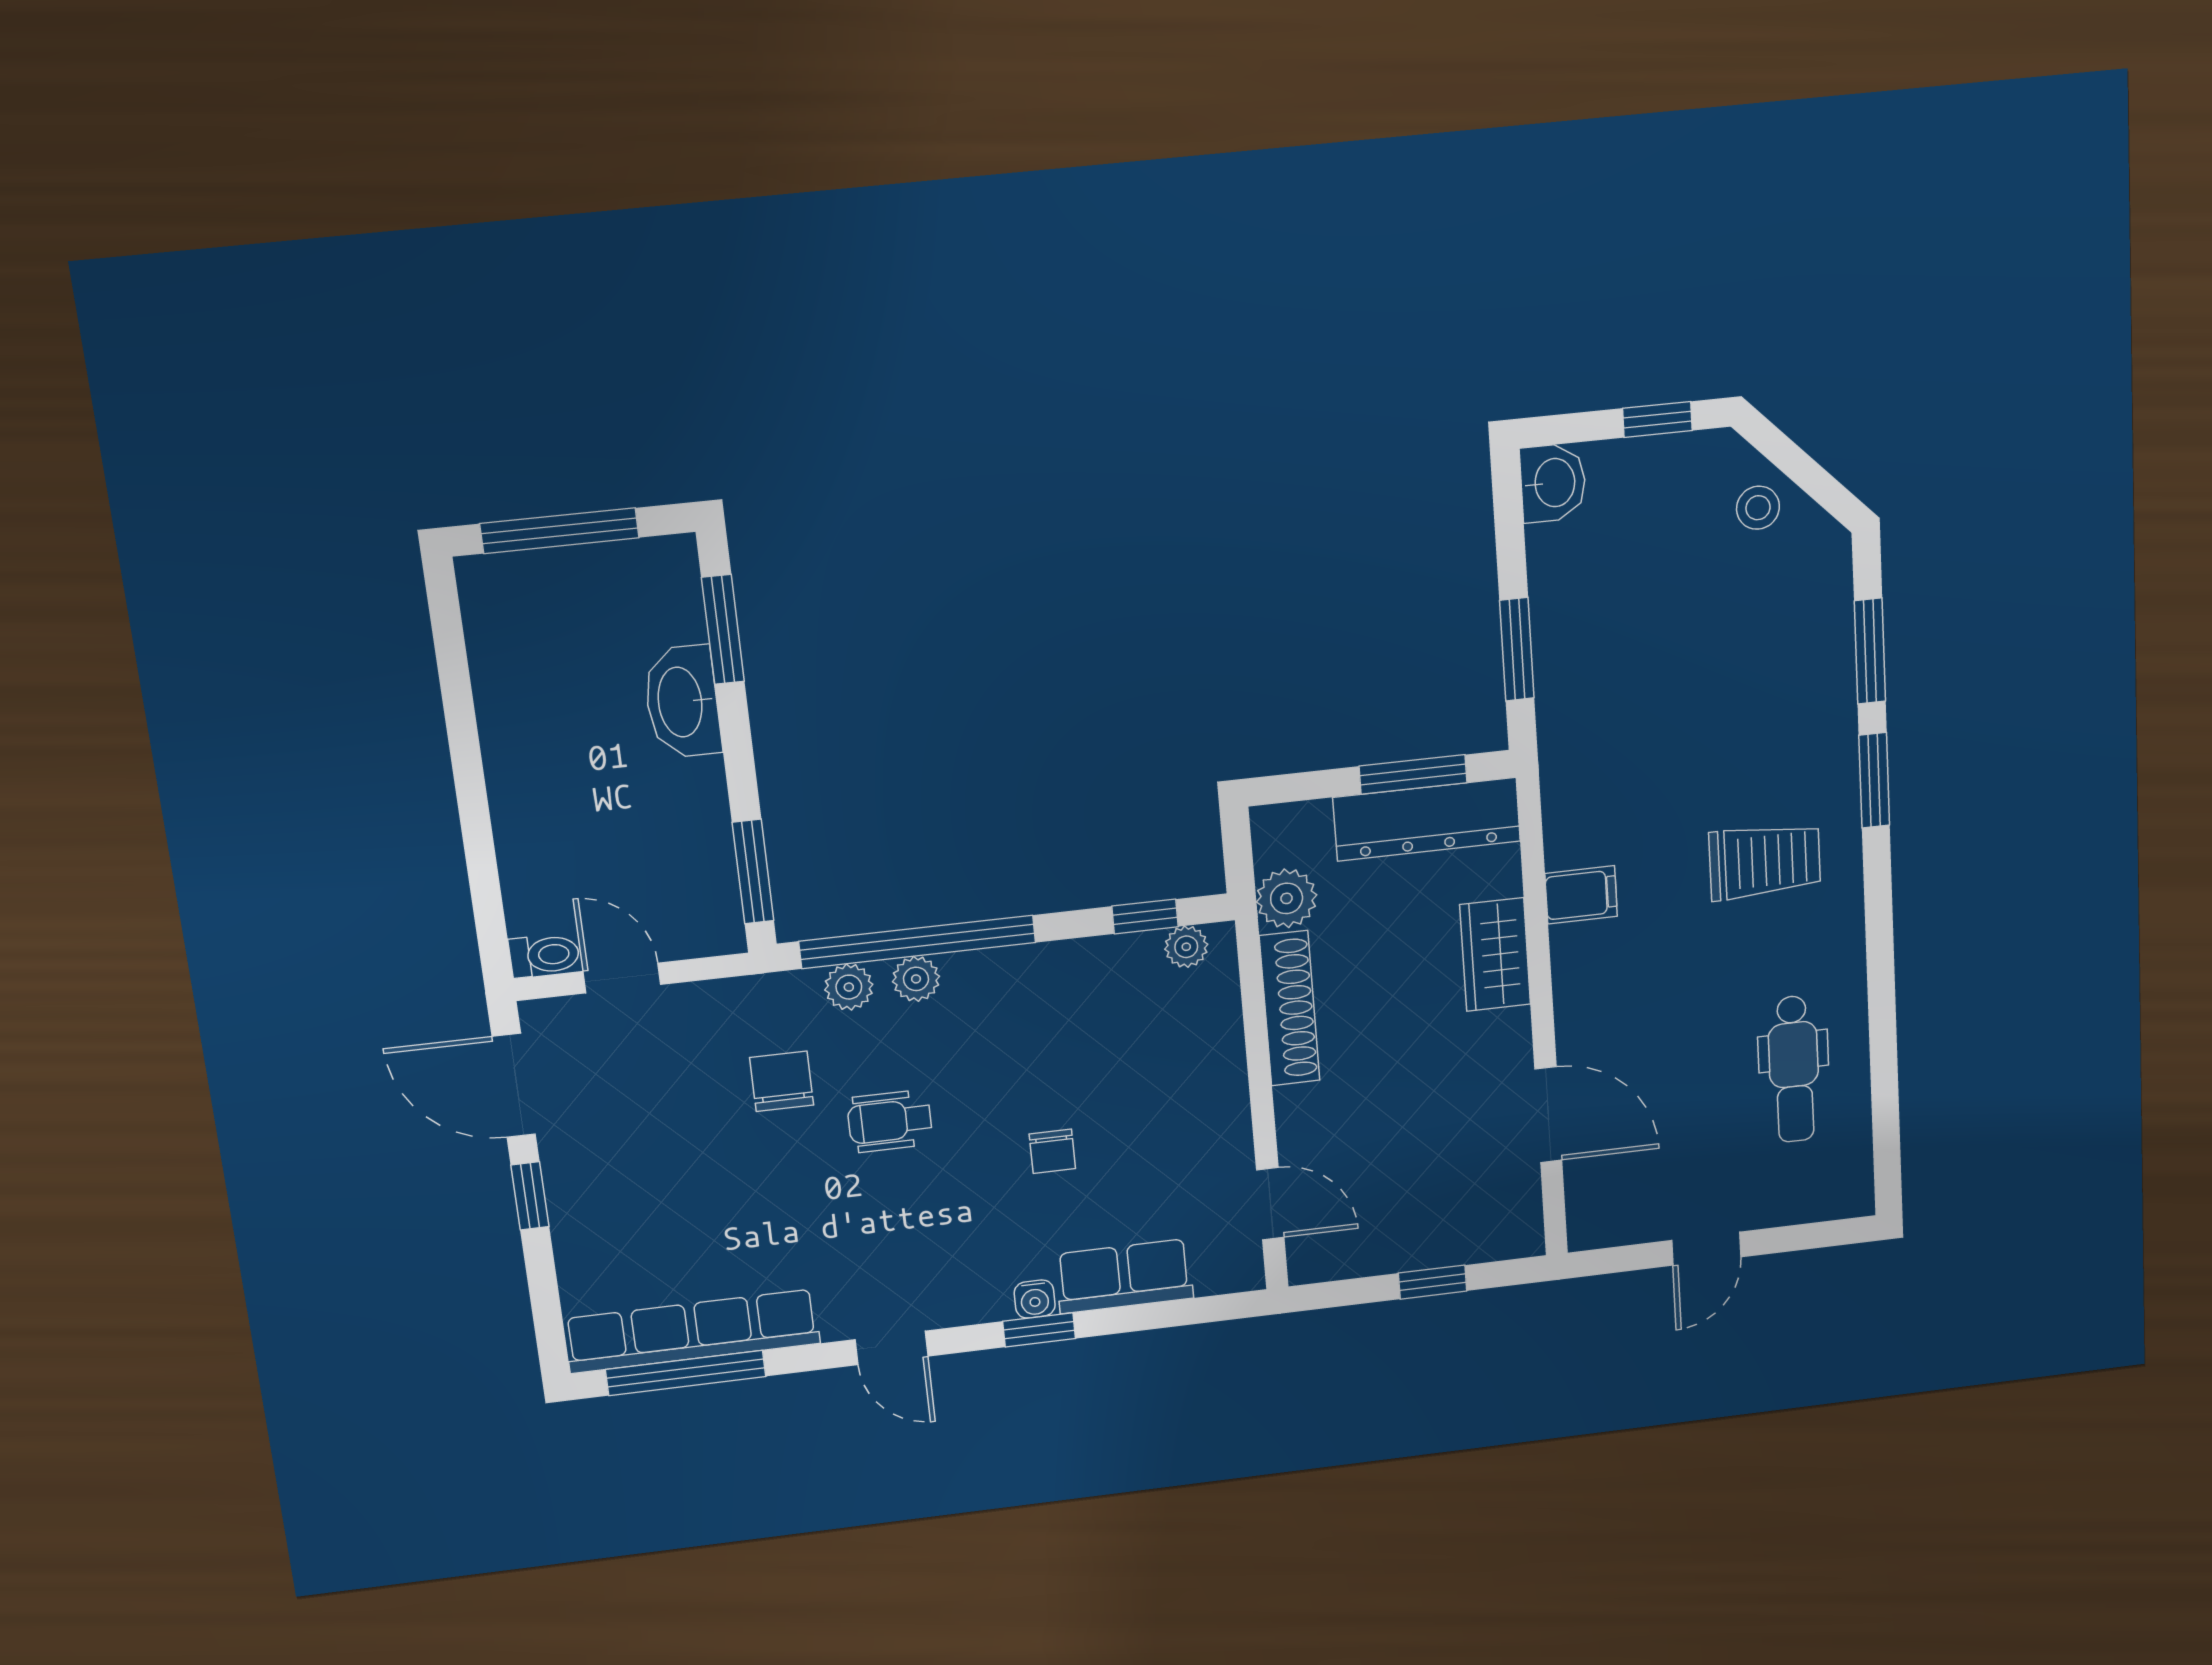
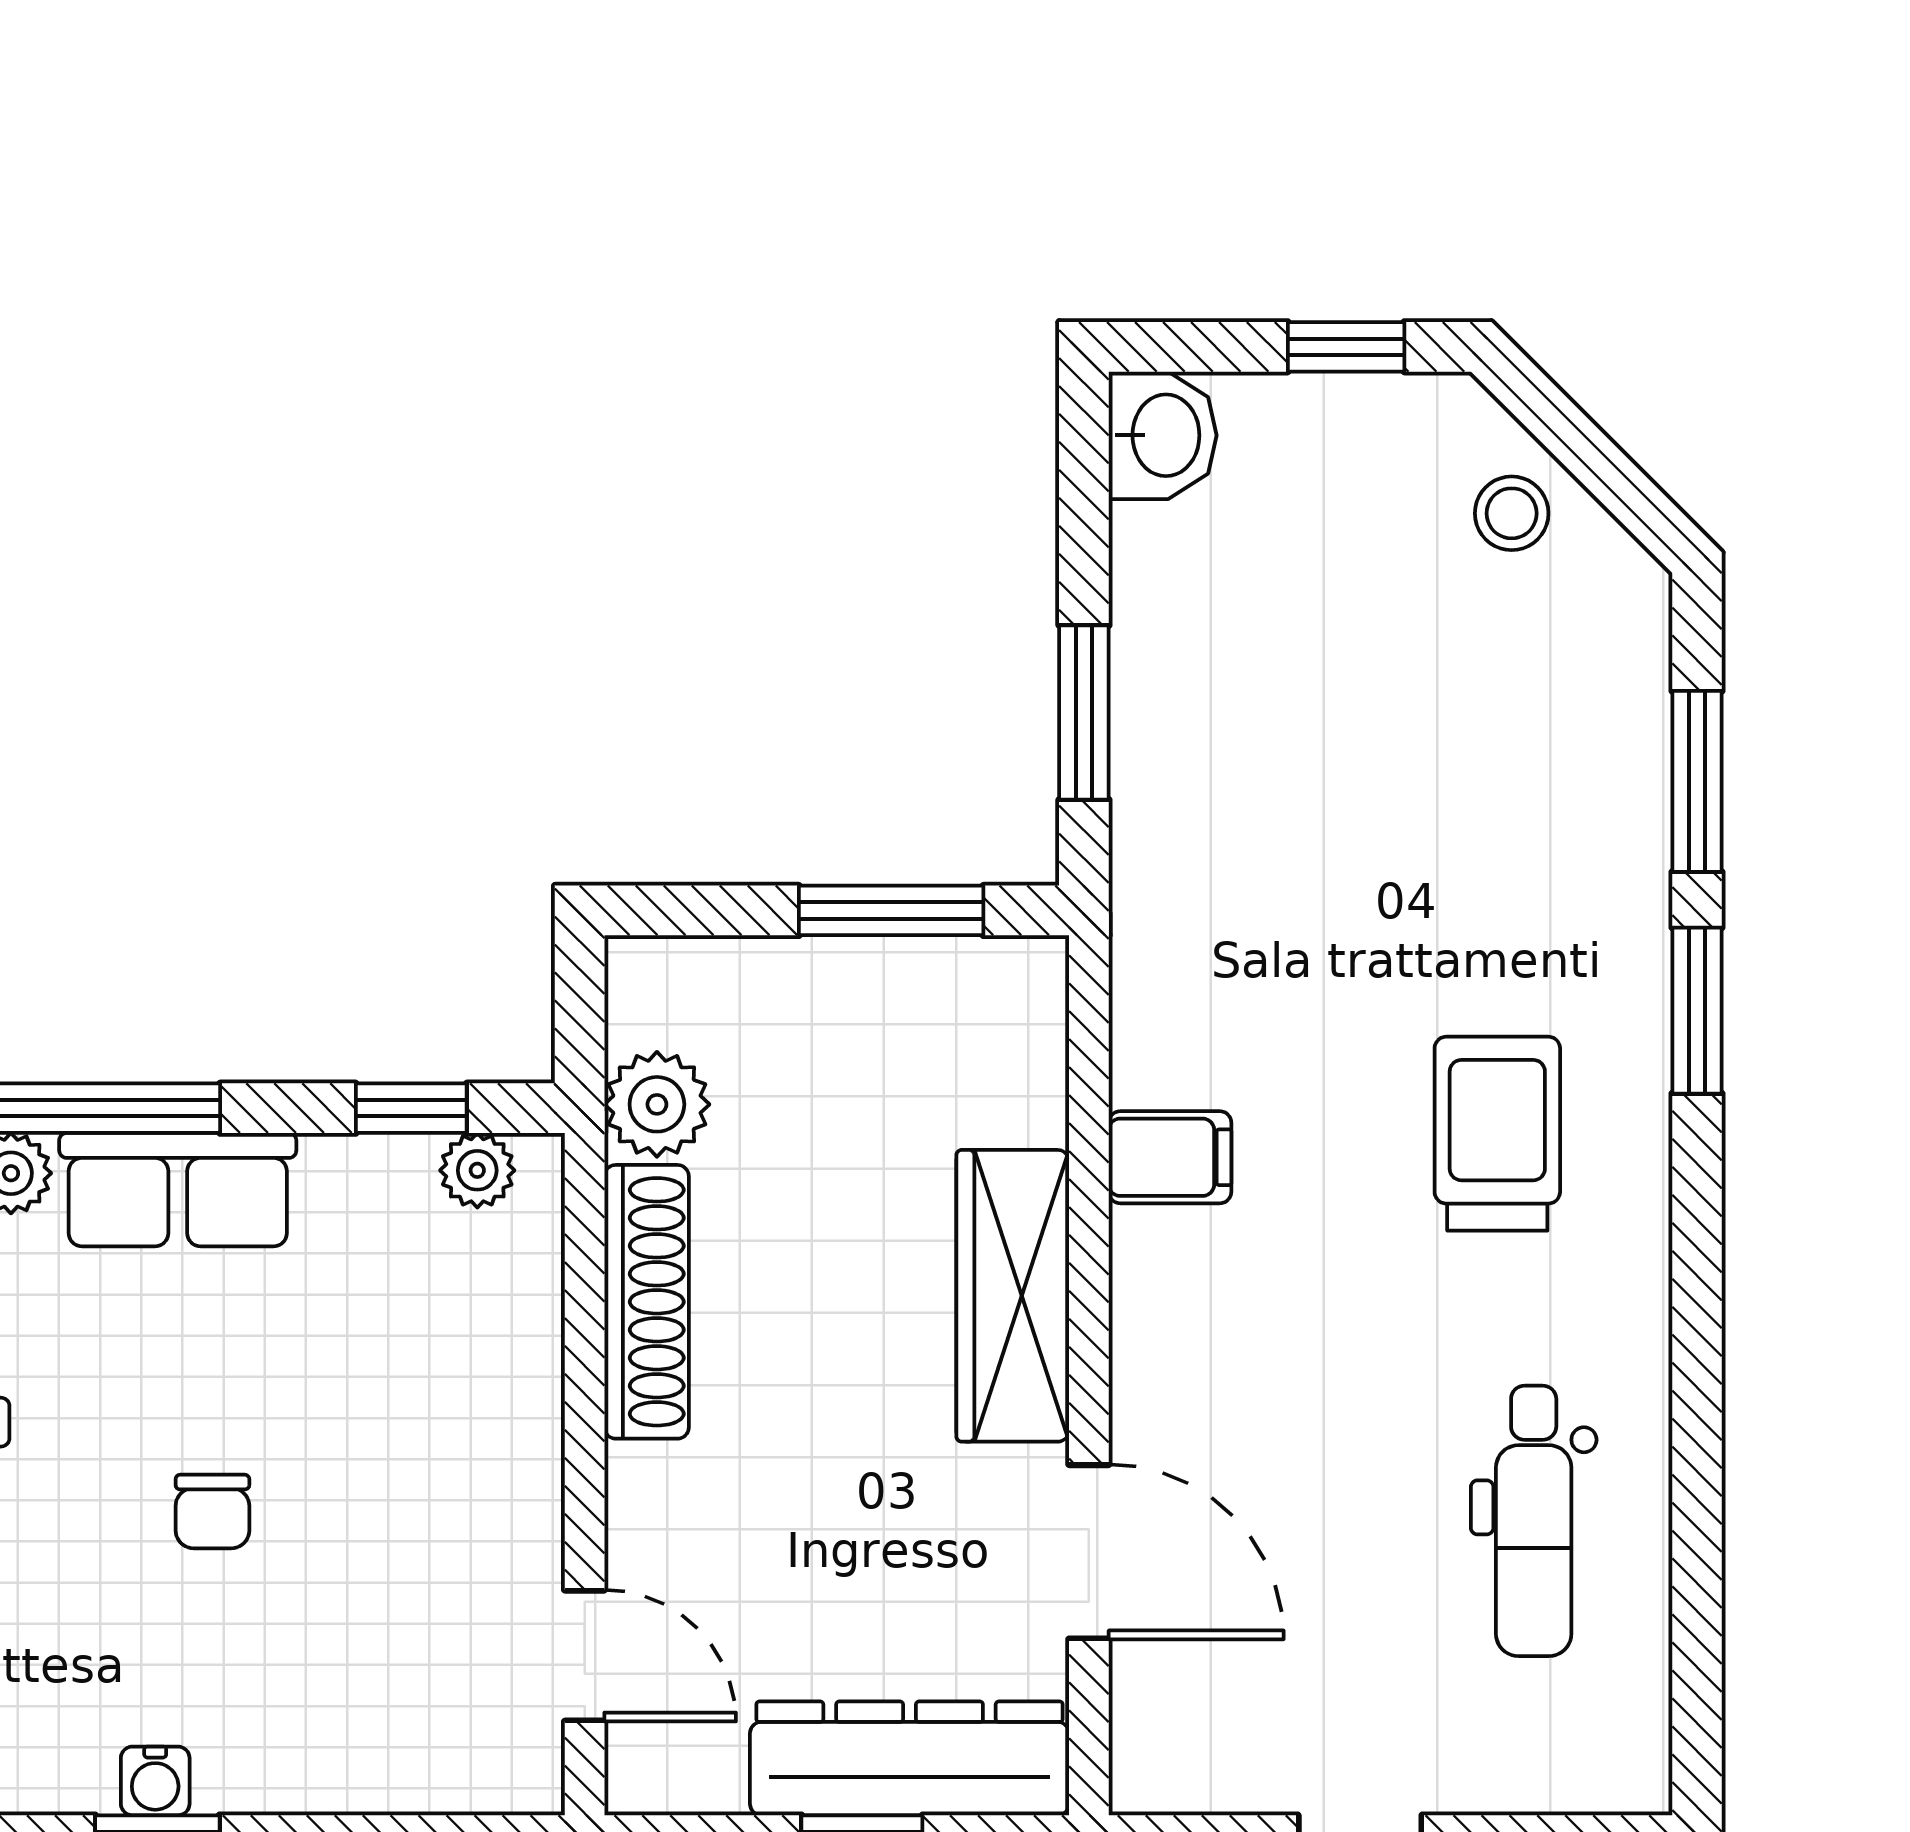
dresser: (1427, 819) -> (910, 1758), moved, turned 180
trolley: (1765, 861) -> (1497, 1134), turned -90
wardrobe: (1495, 955) -> (1013, 1296), width x1.50
row of seats: (1124, 1276) -> (178, 1190), moved, turned 180

